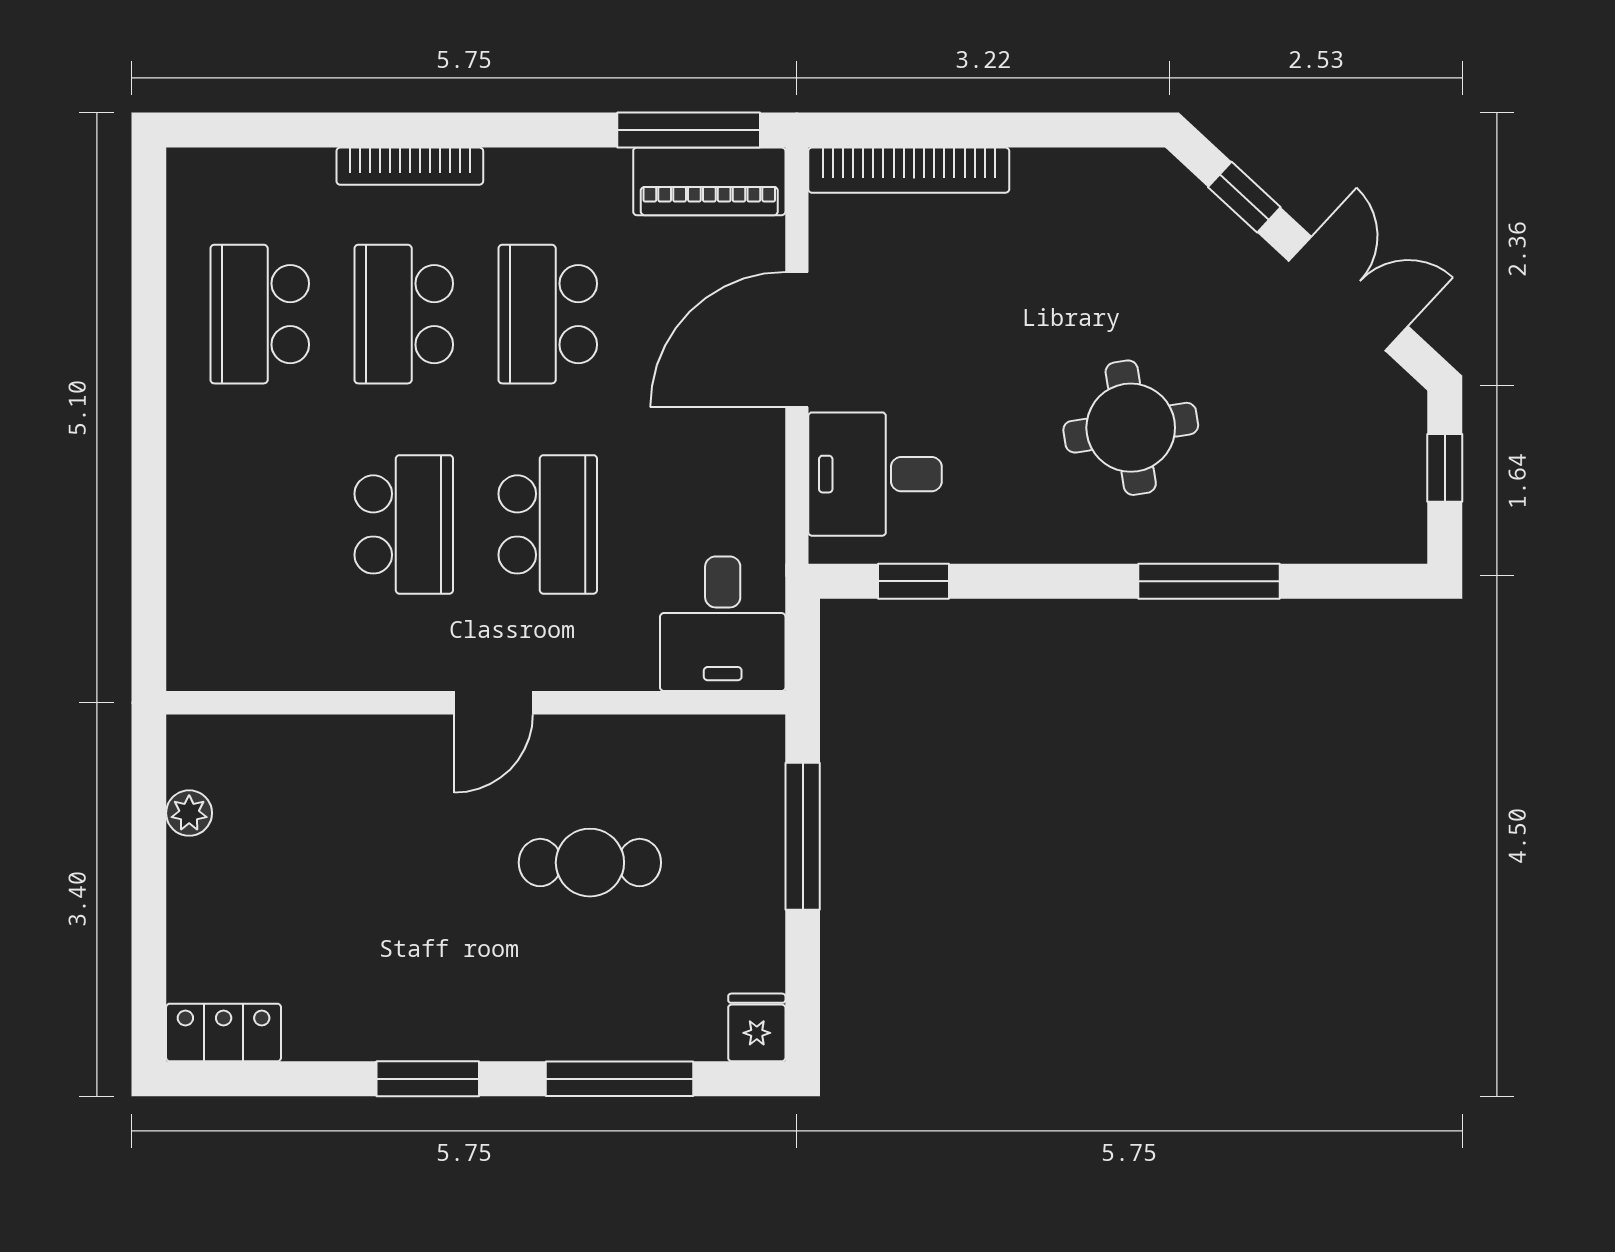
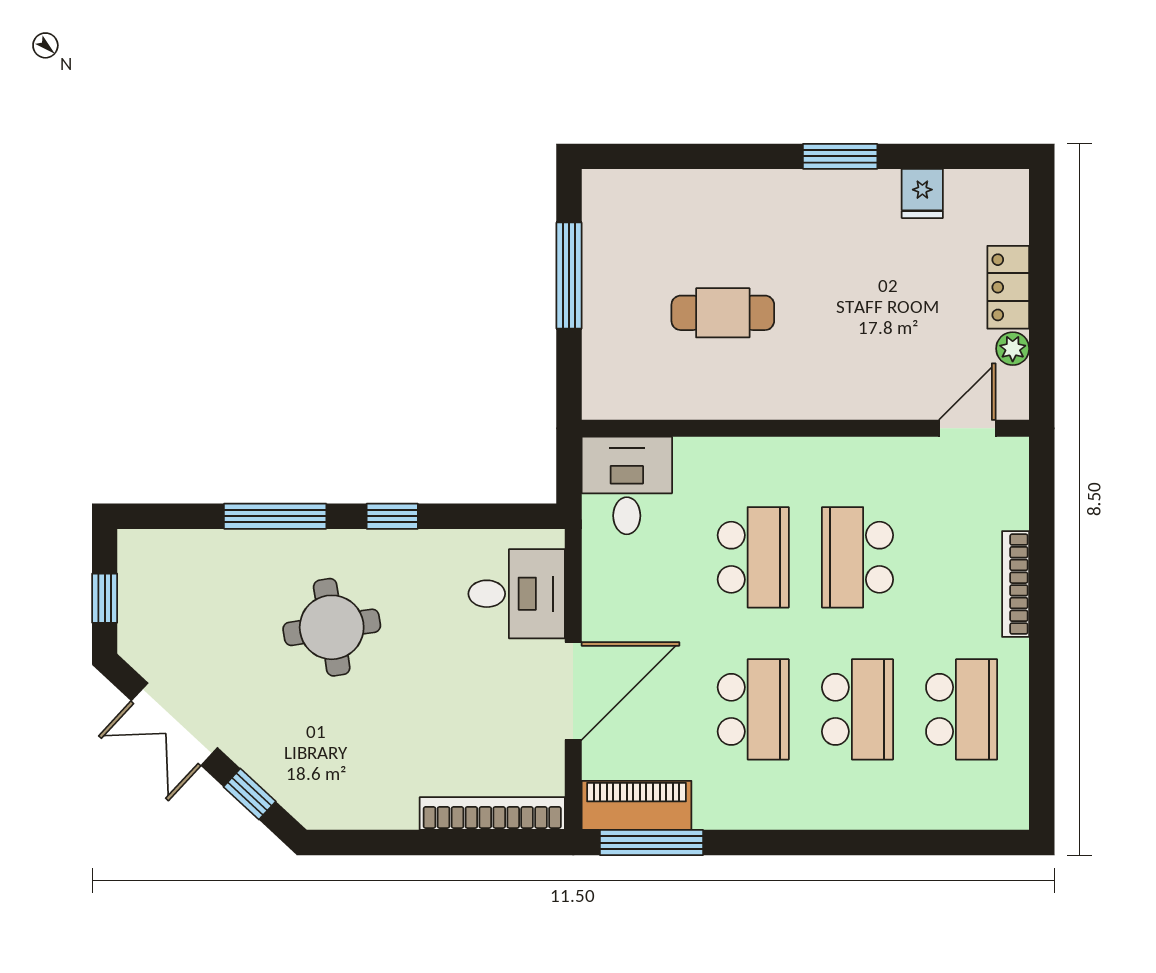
bookcase: (410, 166) -> (1016, 584), moved, turned -90
school desk: (548, 524) -> (753, 557), turned 180
window: (913, 581) -> (392, 516), moved
door: (494, 703) -> (967, 428), moved
window: (803, 836) -> (569, 276), moved
fridge: (757, 1027) -> (922, 194), moved
locker: (224, 1032) -> (1008, 287), moved, turned 90
window: (619, 1079) -> (701, 156), removed

